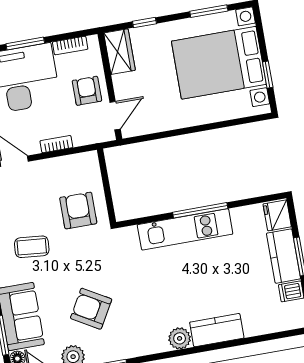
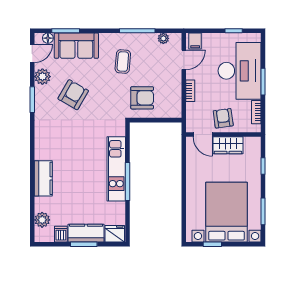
wardrobe: (119, 52) -> (228, 145), moved
armchair: (87, 91) -> (223, 118), turned -98
plant: (180, 338) -> (42, 220), moved

